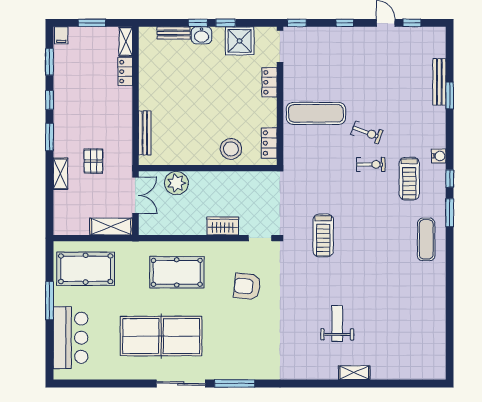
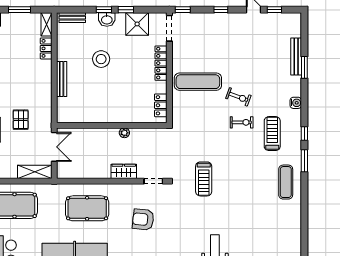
bench: (174, 33) -> (72, 18), moved
locker: (270, 82) -> (161, 63), width x1.53
bench: (145, 133) -> (62, 79), moved
stool: (231, 149) -> (101, 59), moved
water cooler: (439, 156) -> (296, 103), moved
treadmill: (409, 179) -> (272, 134), turned 180
plant: (176, 183) -> (124, 133), moved, width x0.53, depth x0.53

